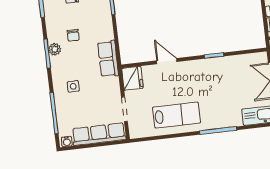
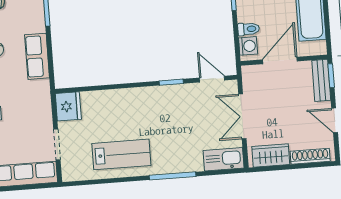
row of seats: (108, 59) -> (37, 56), moved
door: (167, 61) -> (212, 79), moved

